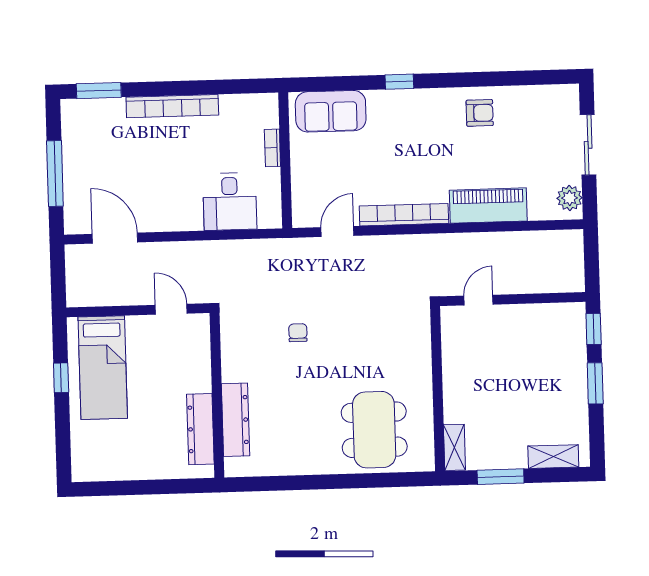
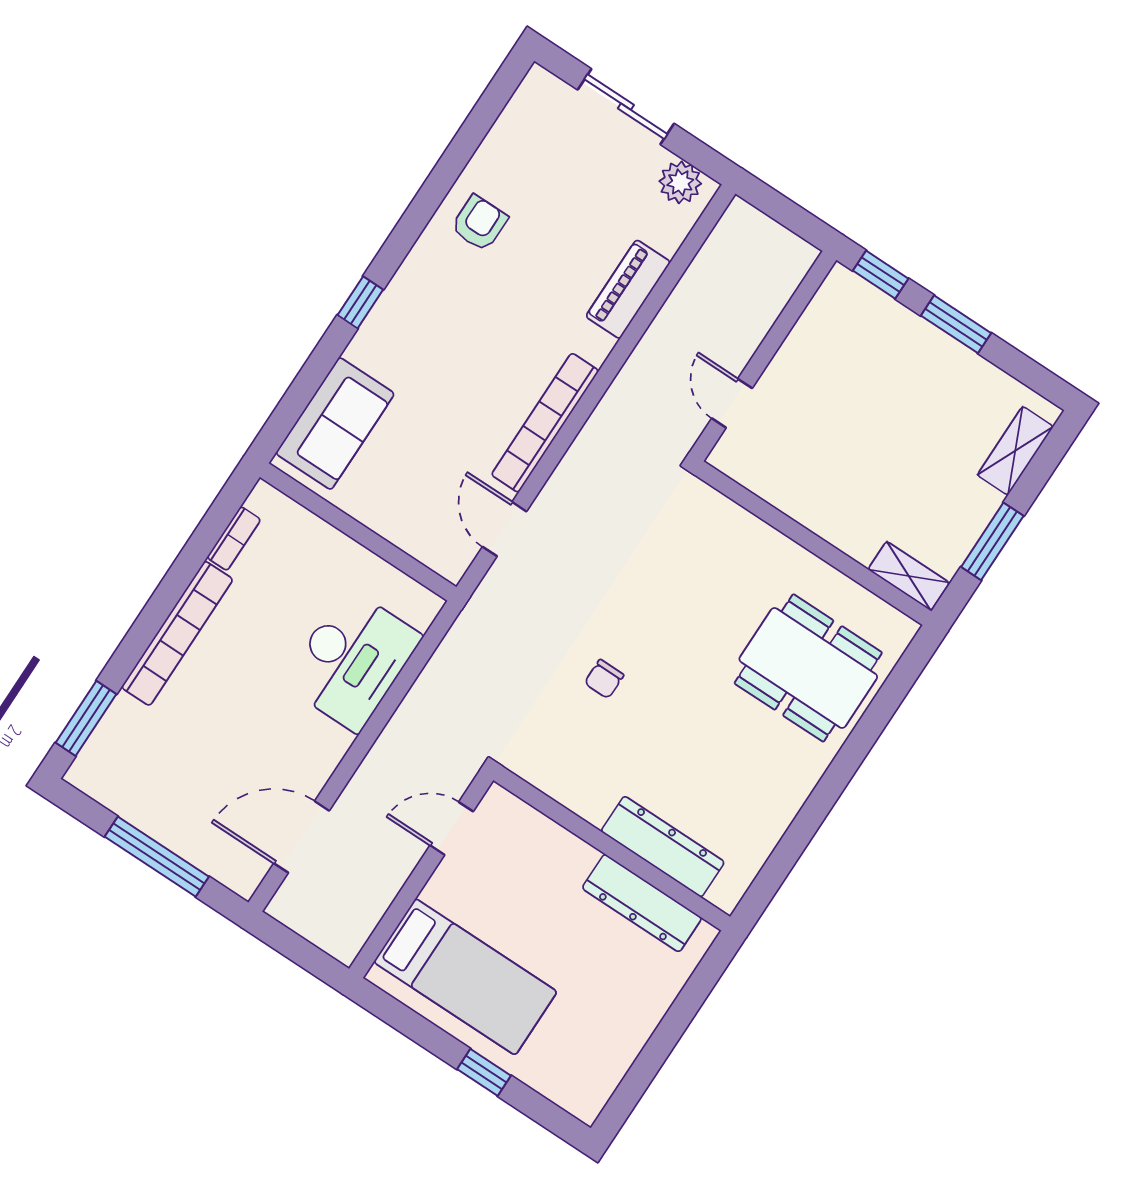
bookcase: (272, 148) -> (234, 539), moved, turned -90
desk: (230, 201) -> (352, 660), width x1.37
piano: (488, 206) -> (628, 289), width x0.73, depth x0.75
chair: (298, 333) -> (604, 679), turned -90
window: (61, 378) -> (484, 1072), moved

